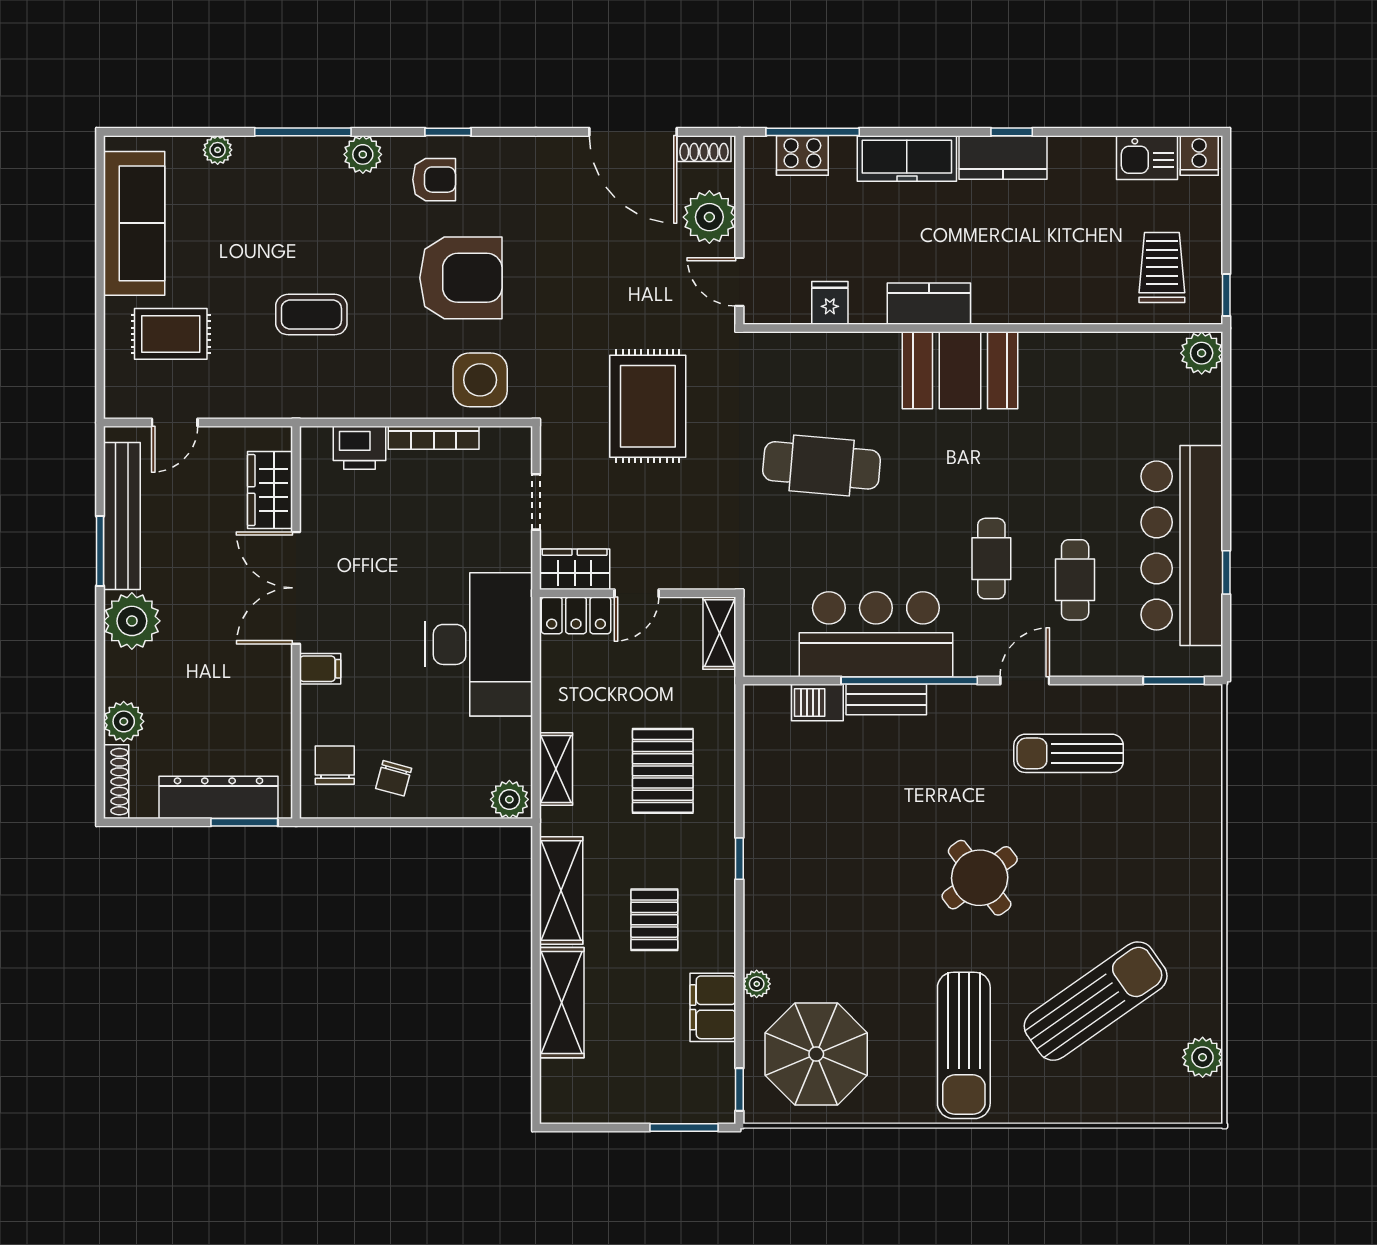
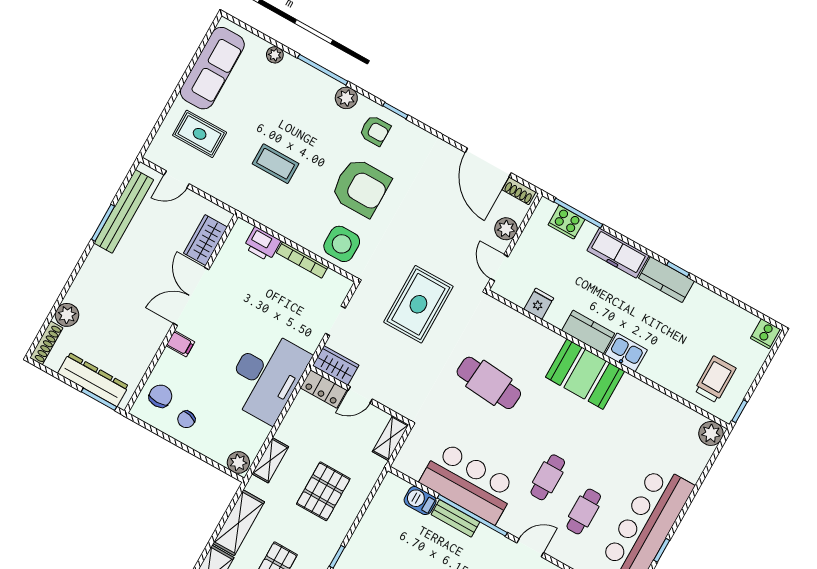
kitchen sink: (1147, 158) -> (626, 352), moved, turned 180
plant: (709, 217) -> (506, 229), width x0.73, depth x0.73
plant: (132, 621) -> (99, 267), removed

